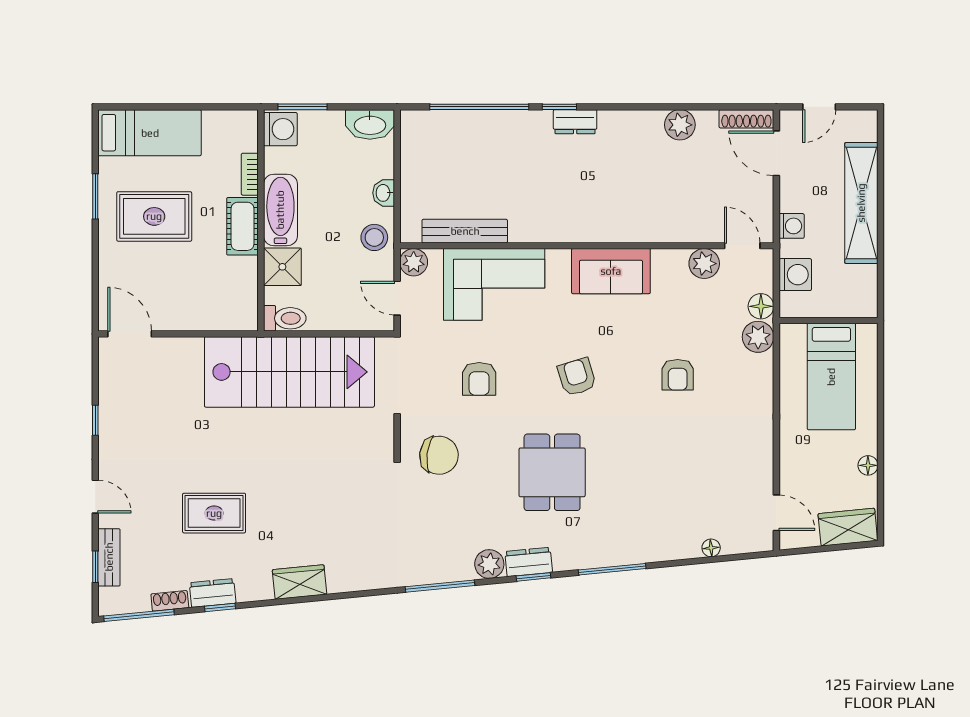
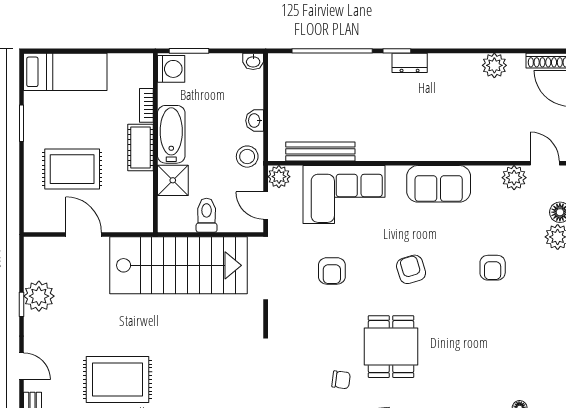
washbasin: (370, 124) -> (253, 61), width x0.52, depth x0.69
rug: (154, 216) -> (72, 169), moved
toilet: (285, 318) -> (207, 215), moved, turned -90
door: (130, 334) -> (84, 235), moved
plant: (117, 410) -> (39, 296), added
chair: (439, 455) -> (341, 380), moved, width x0.54, depth x0.54
rug: (214, 513) -> (118, 380), width x1.36, depth x1.43

